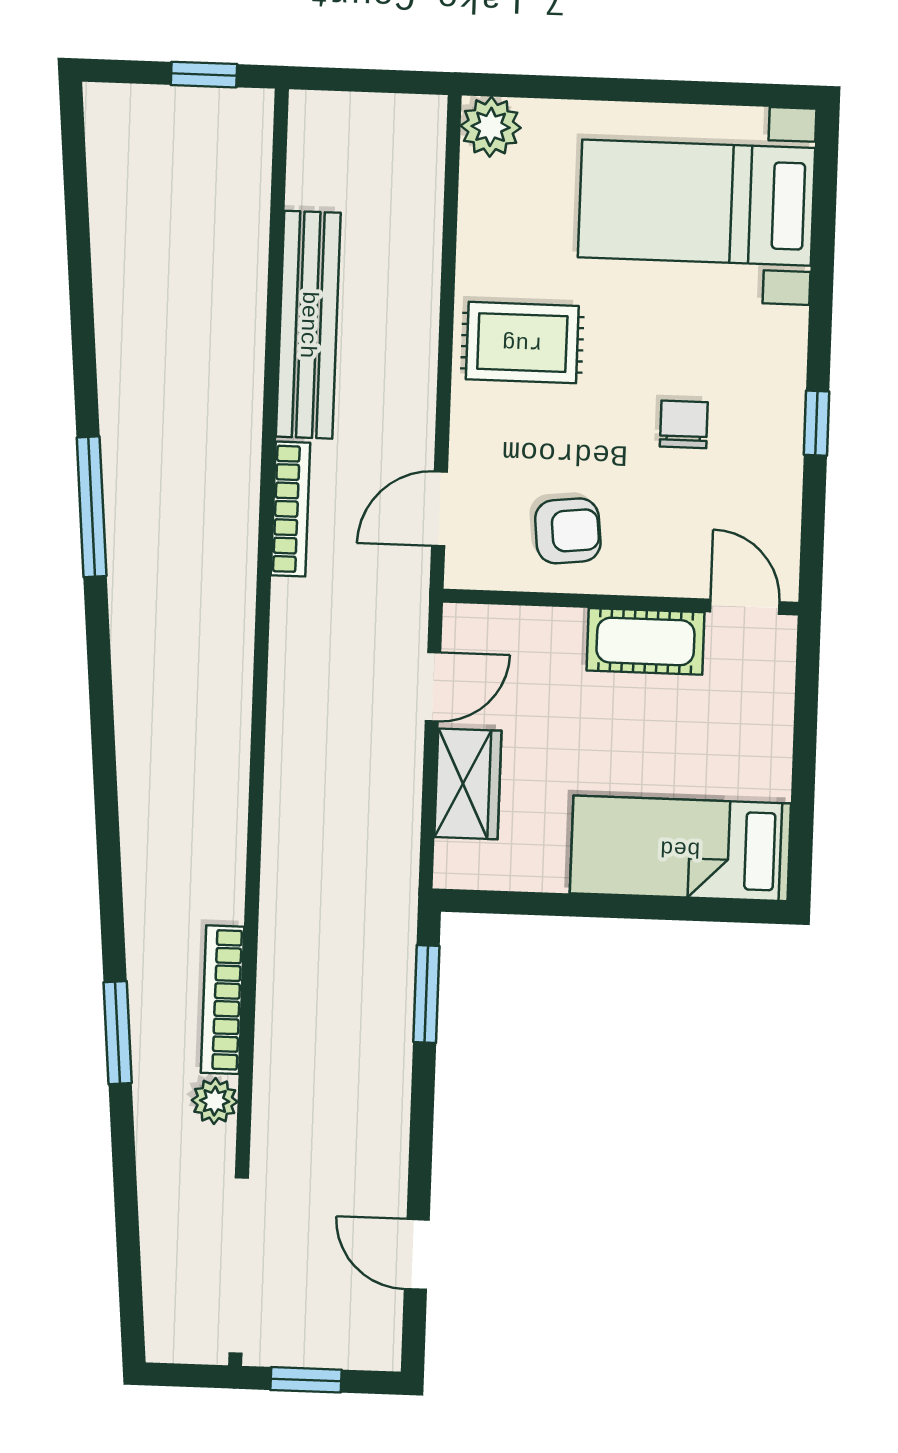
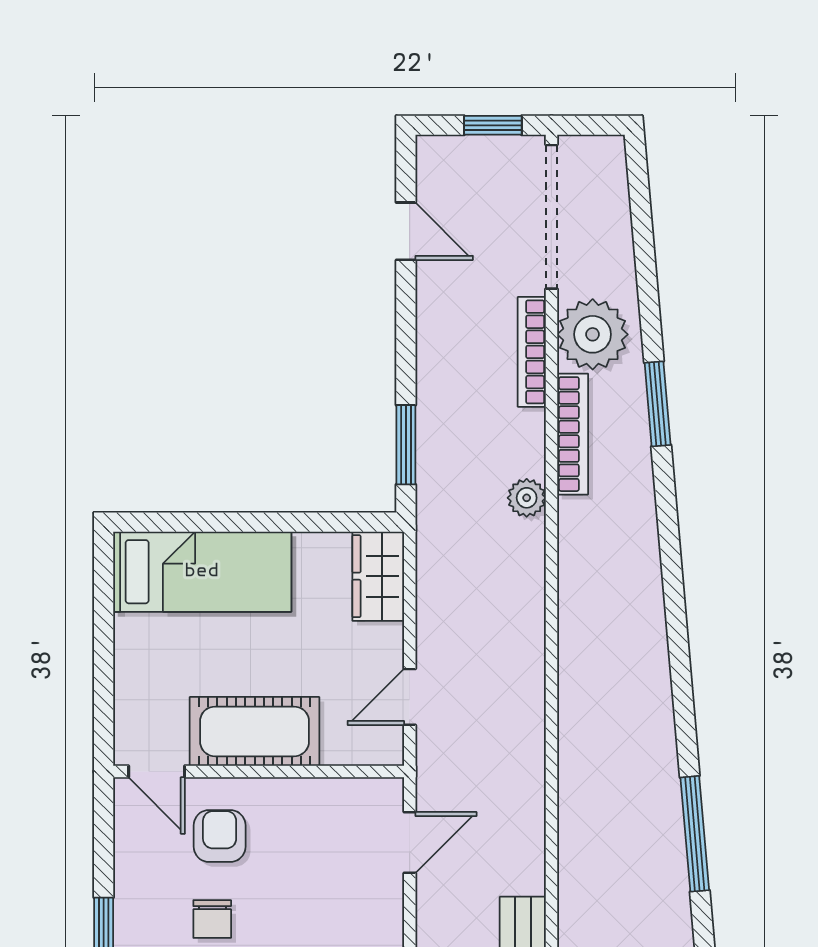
bookcase: (291, 509) -> (532, 352), moved
armchair: (568, 531) -> (220, 836), moved, turned 96
cot: (645, 641) -> (255, 731), width x1.37, depth x1.34
wardrobe: (468, 784) -> (378, 576), moved
plant: (281, 924) -> (527, 498), added
plant: (215, 1101) -> (593, 334), width x1.87, depth x1.87

